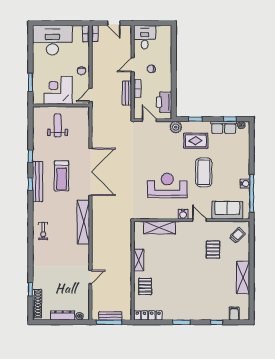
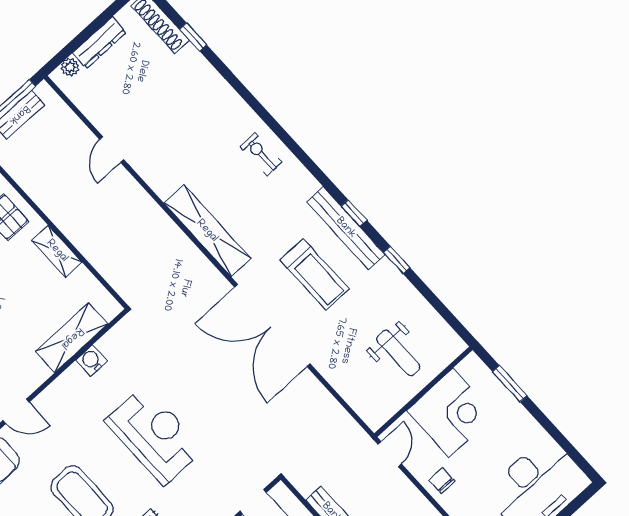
treadmill: (62, 176) -> (315, 275), turned 180
reception desk: (167, 186) -> (154, 435), moved, turned -90
water cooler: (183, 214) -> (92, 361), moved

